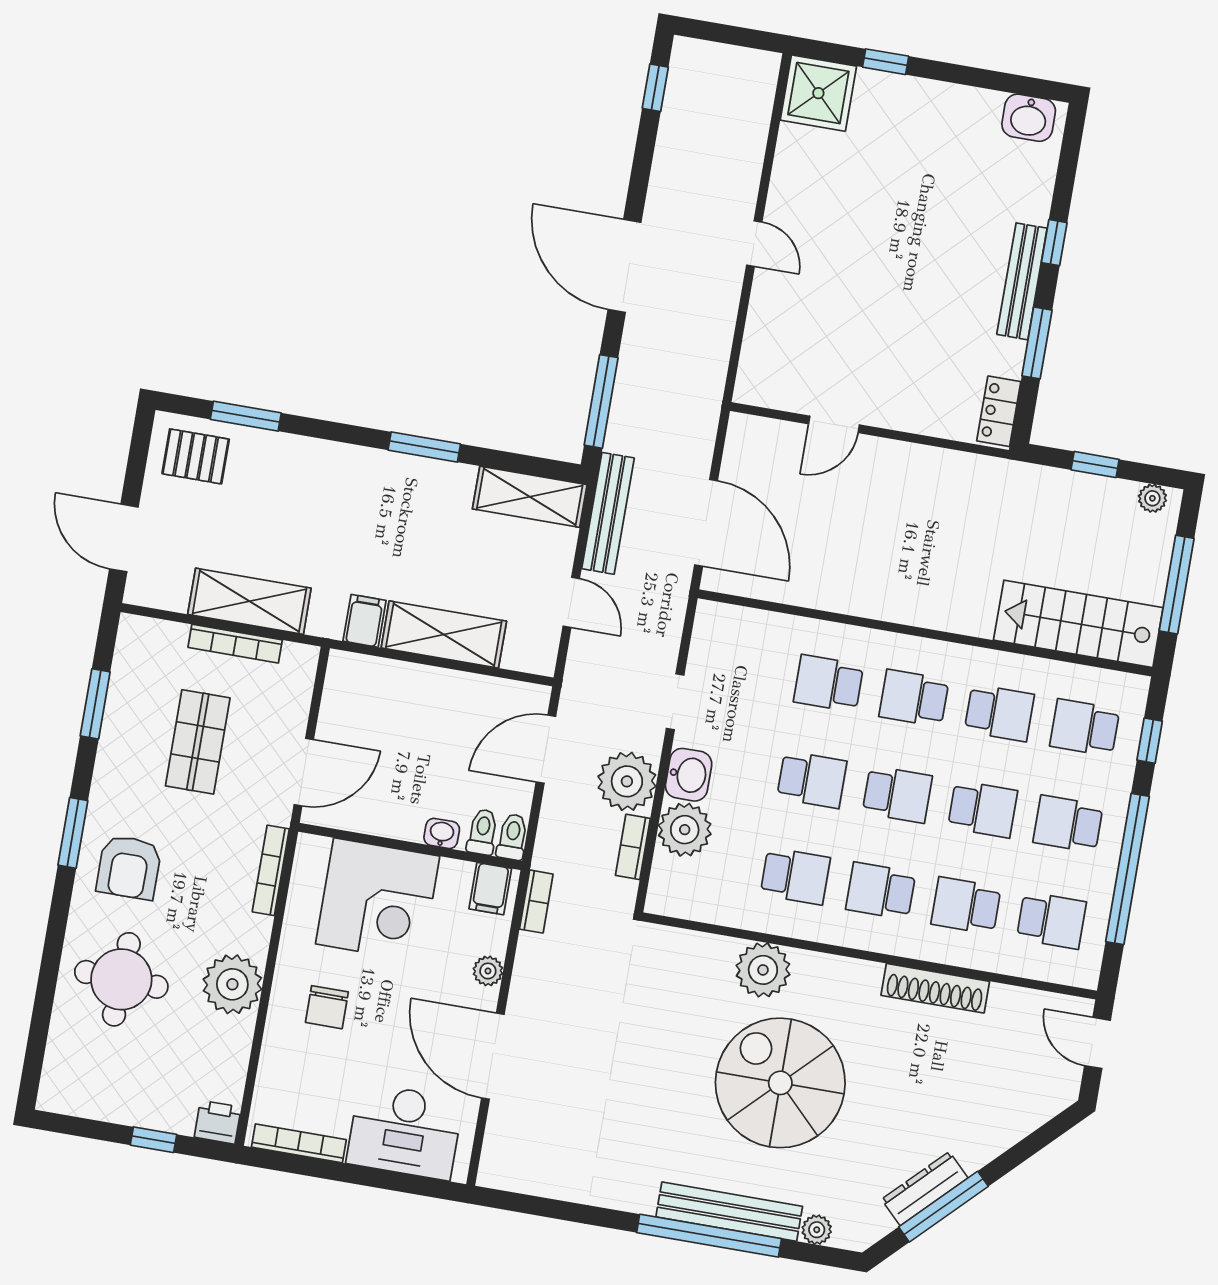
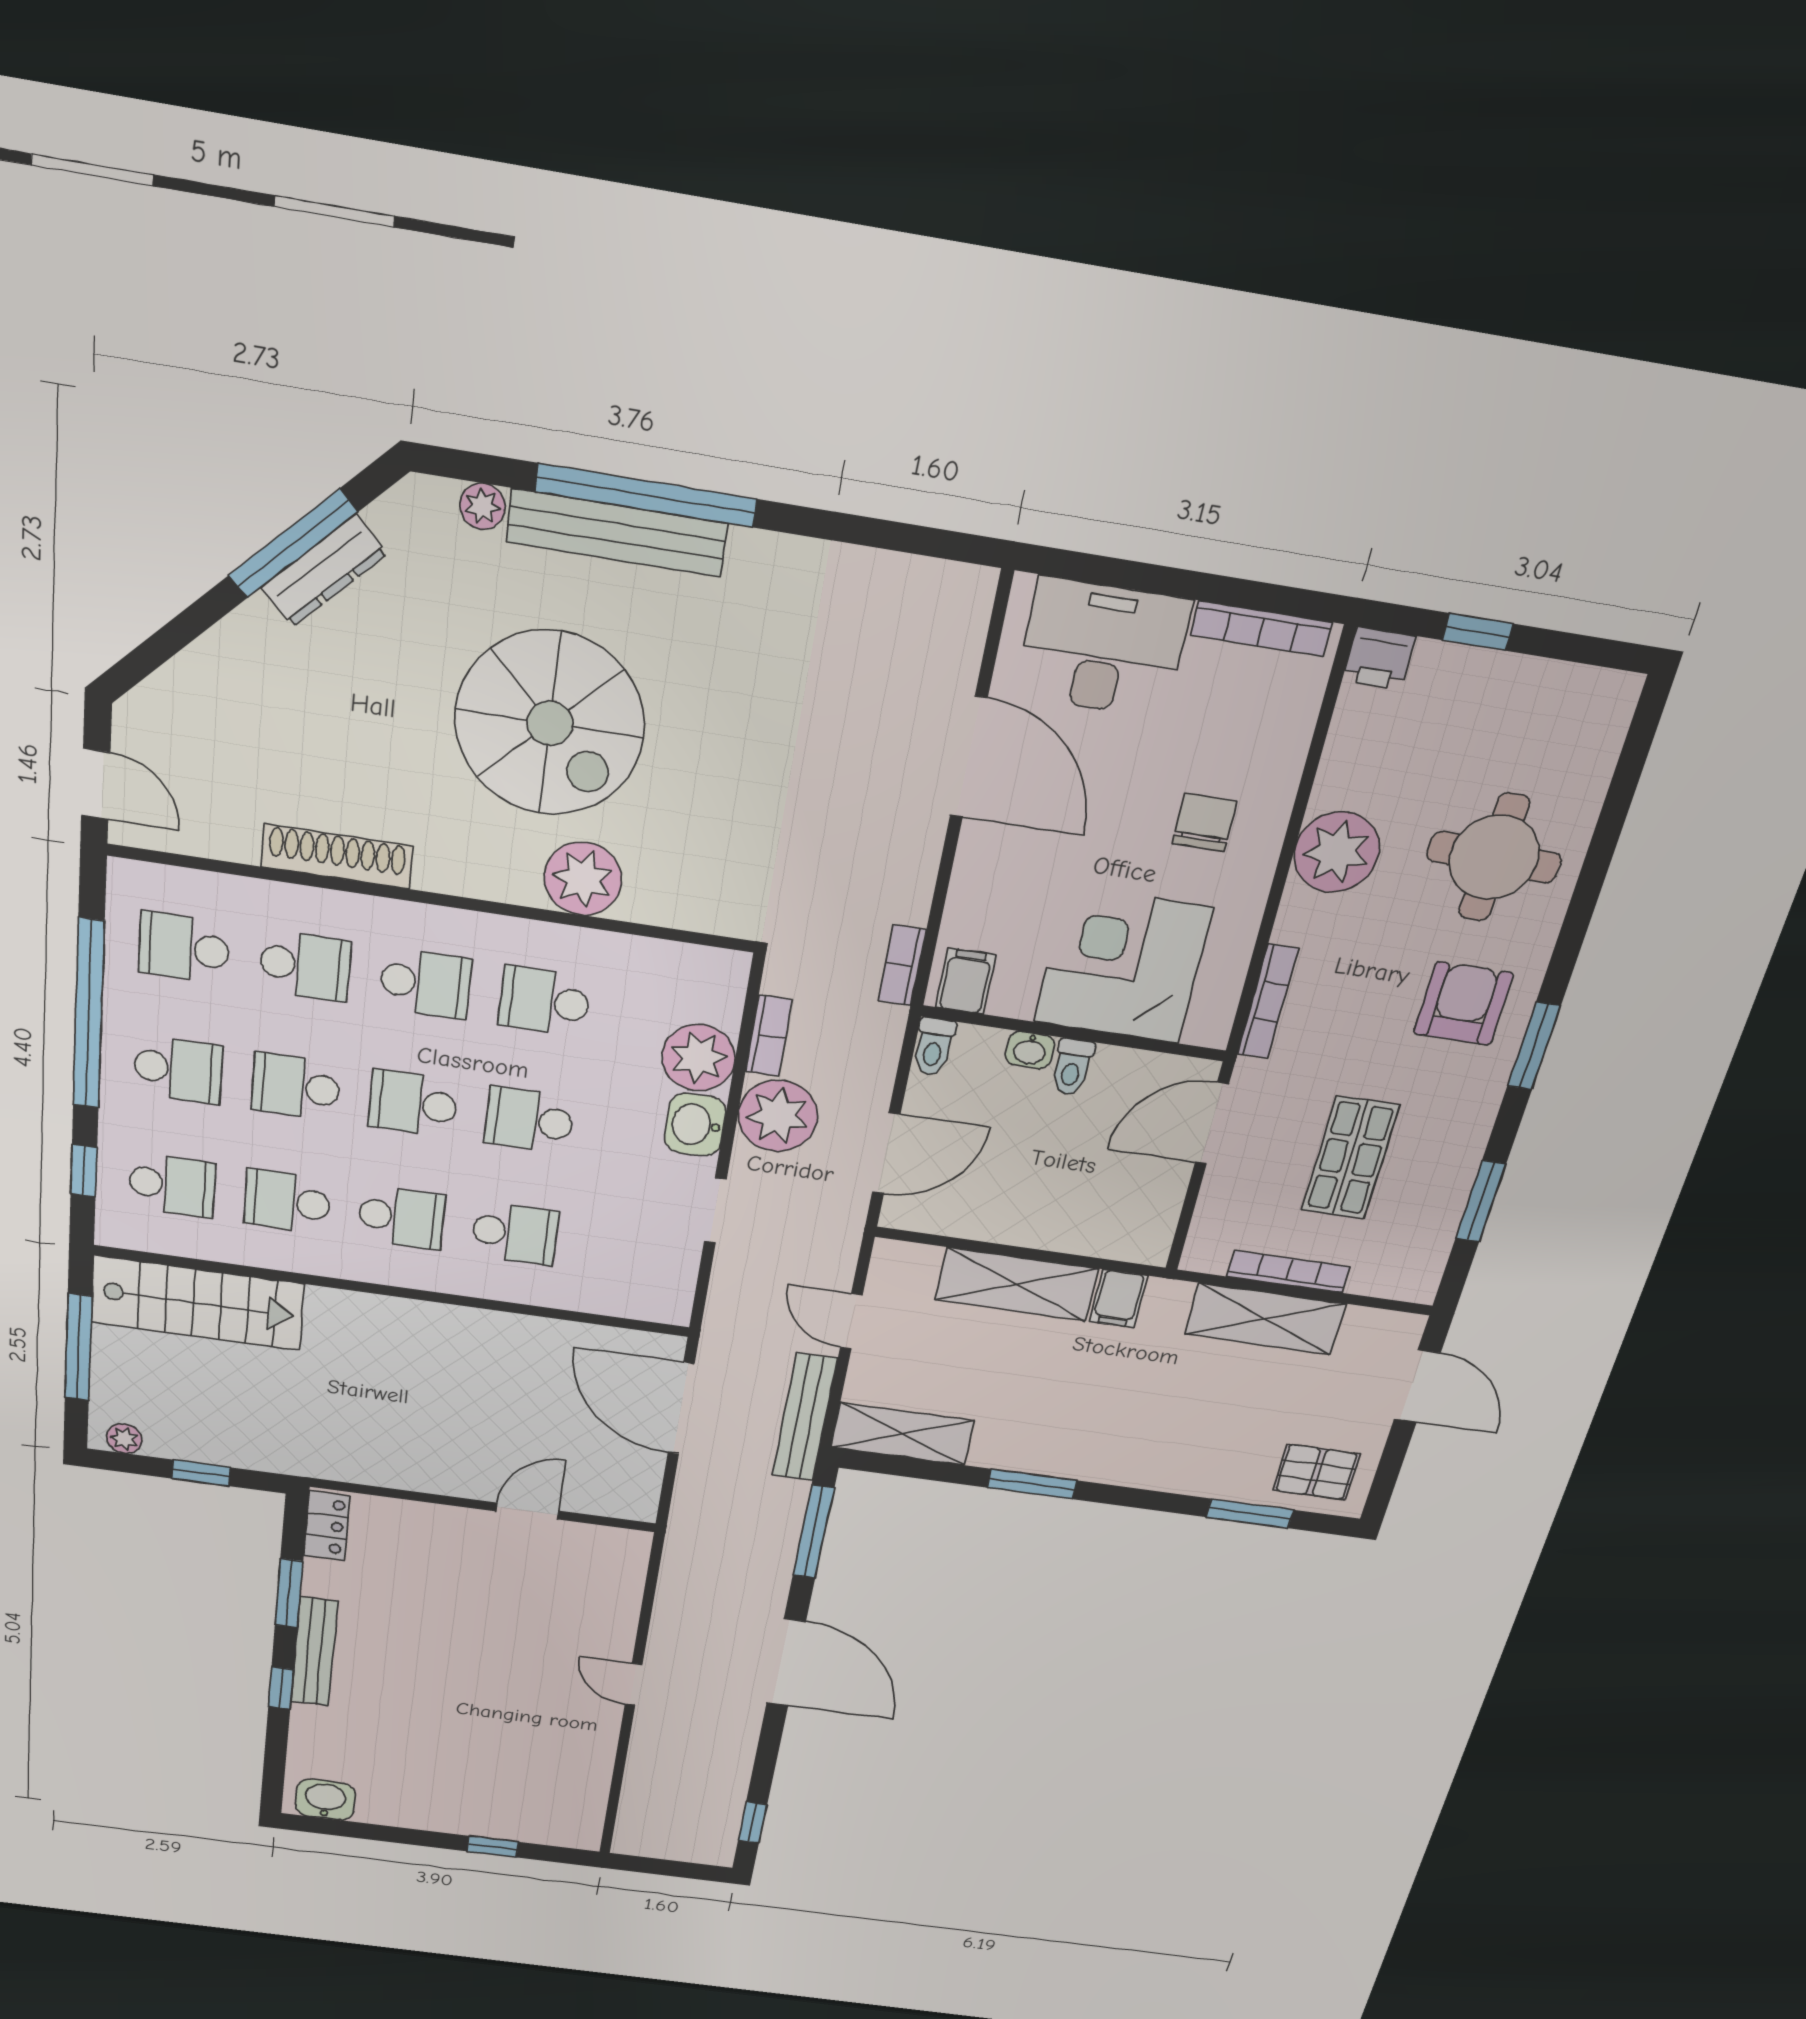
shower: (818, 93) -> (567, 1819), removed
toilet: (482, 832) -> (1072, 1067), moved
plant: (488, 971) -> (972, 874), removed

